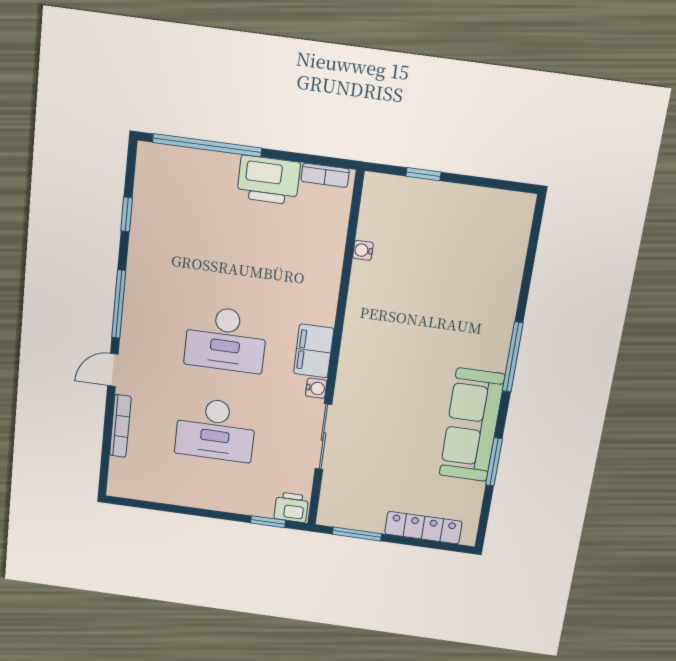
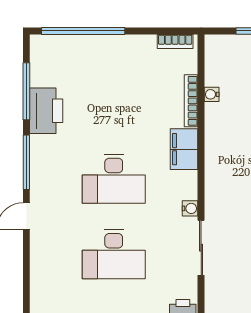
printer: (269, 180) -> (46, 111), moved, turned -90
window: (127, 214) -> (26, 91), width x2.17
filing cabinet: (314, 351) -> (184, 149), moved
bookcase: (120, 426) -> (191, 101), moved, turned 180

